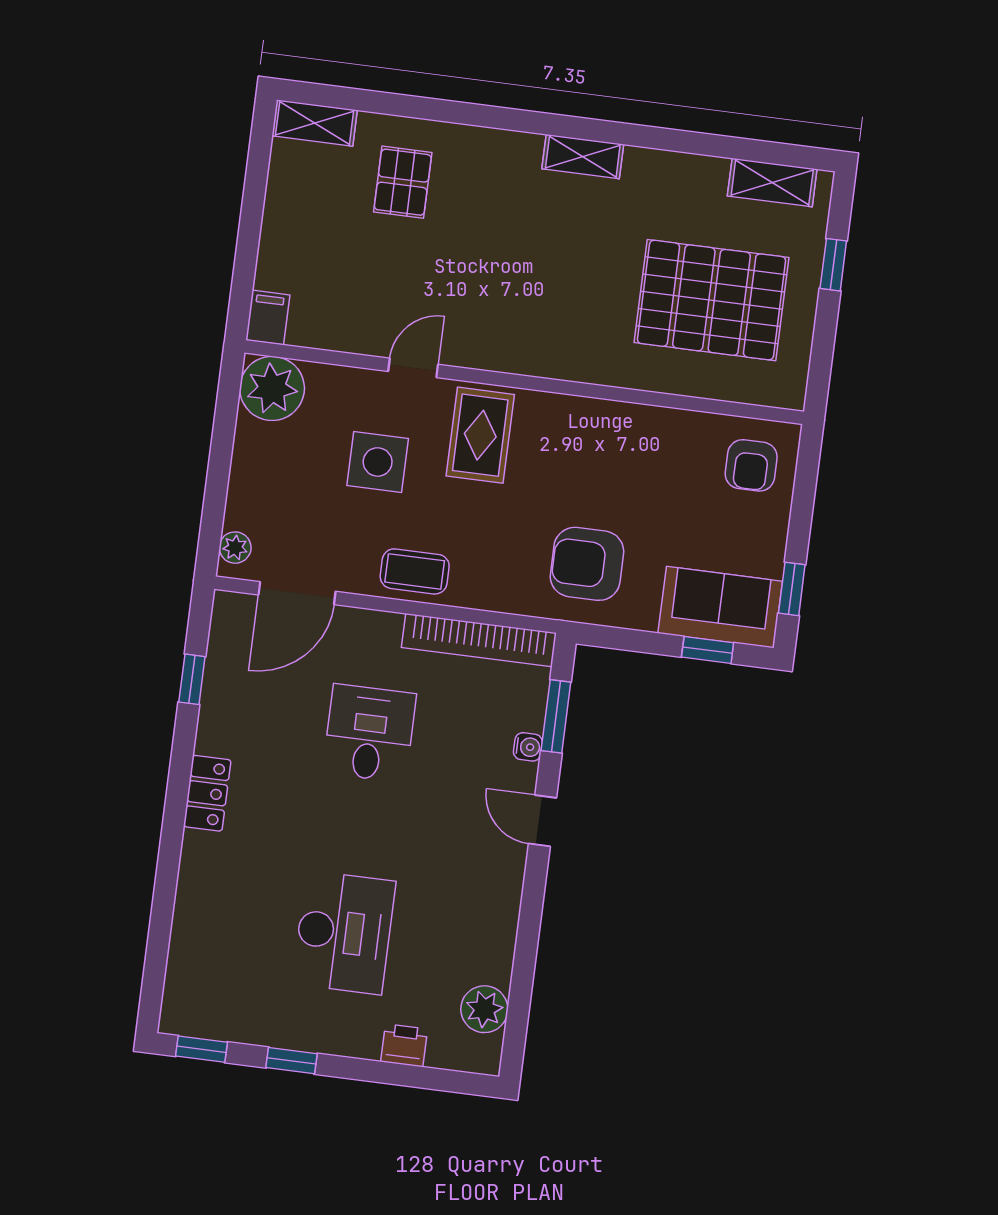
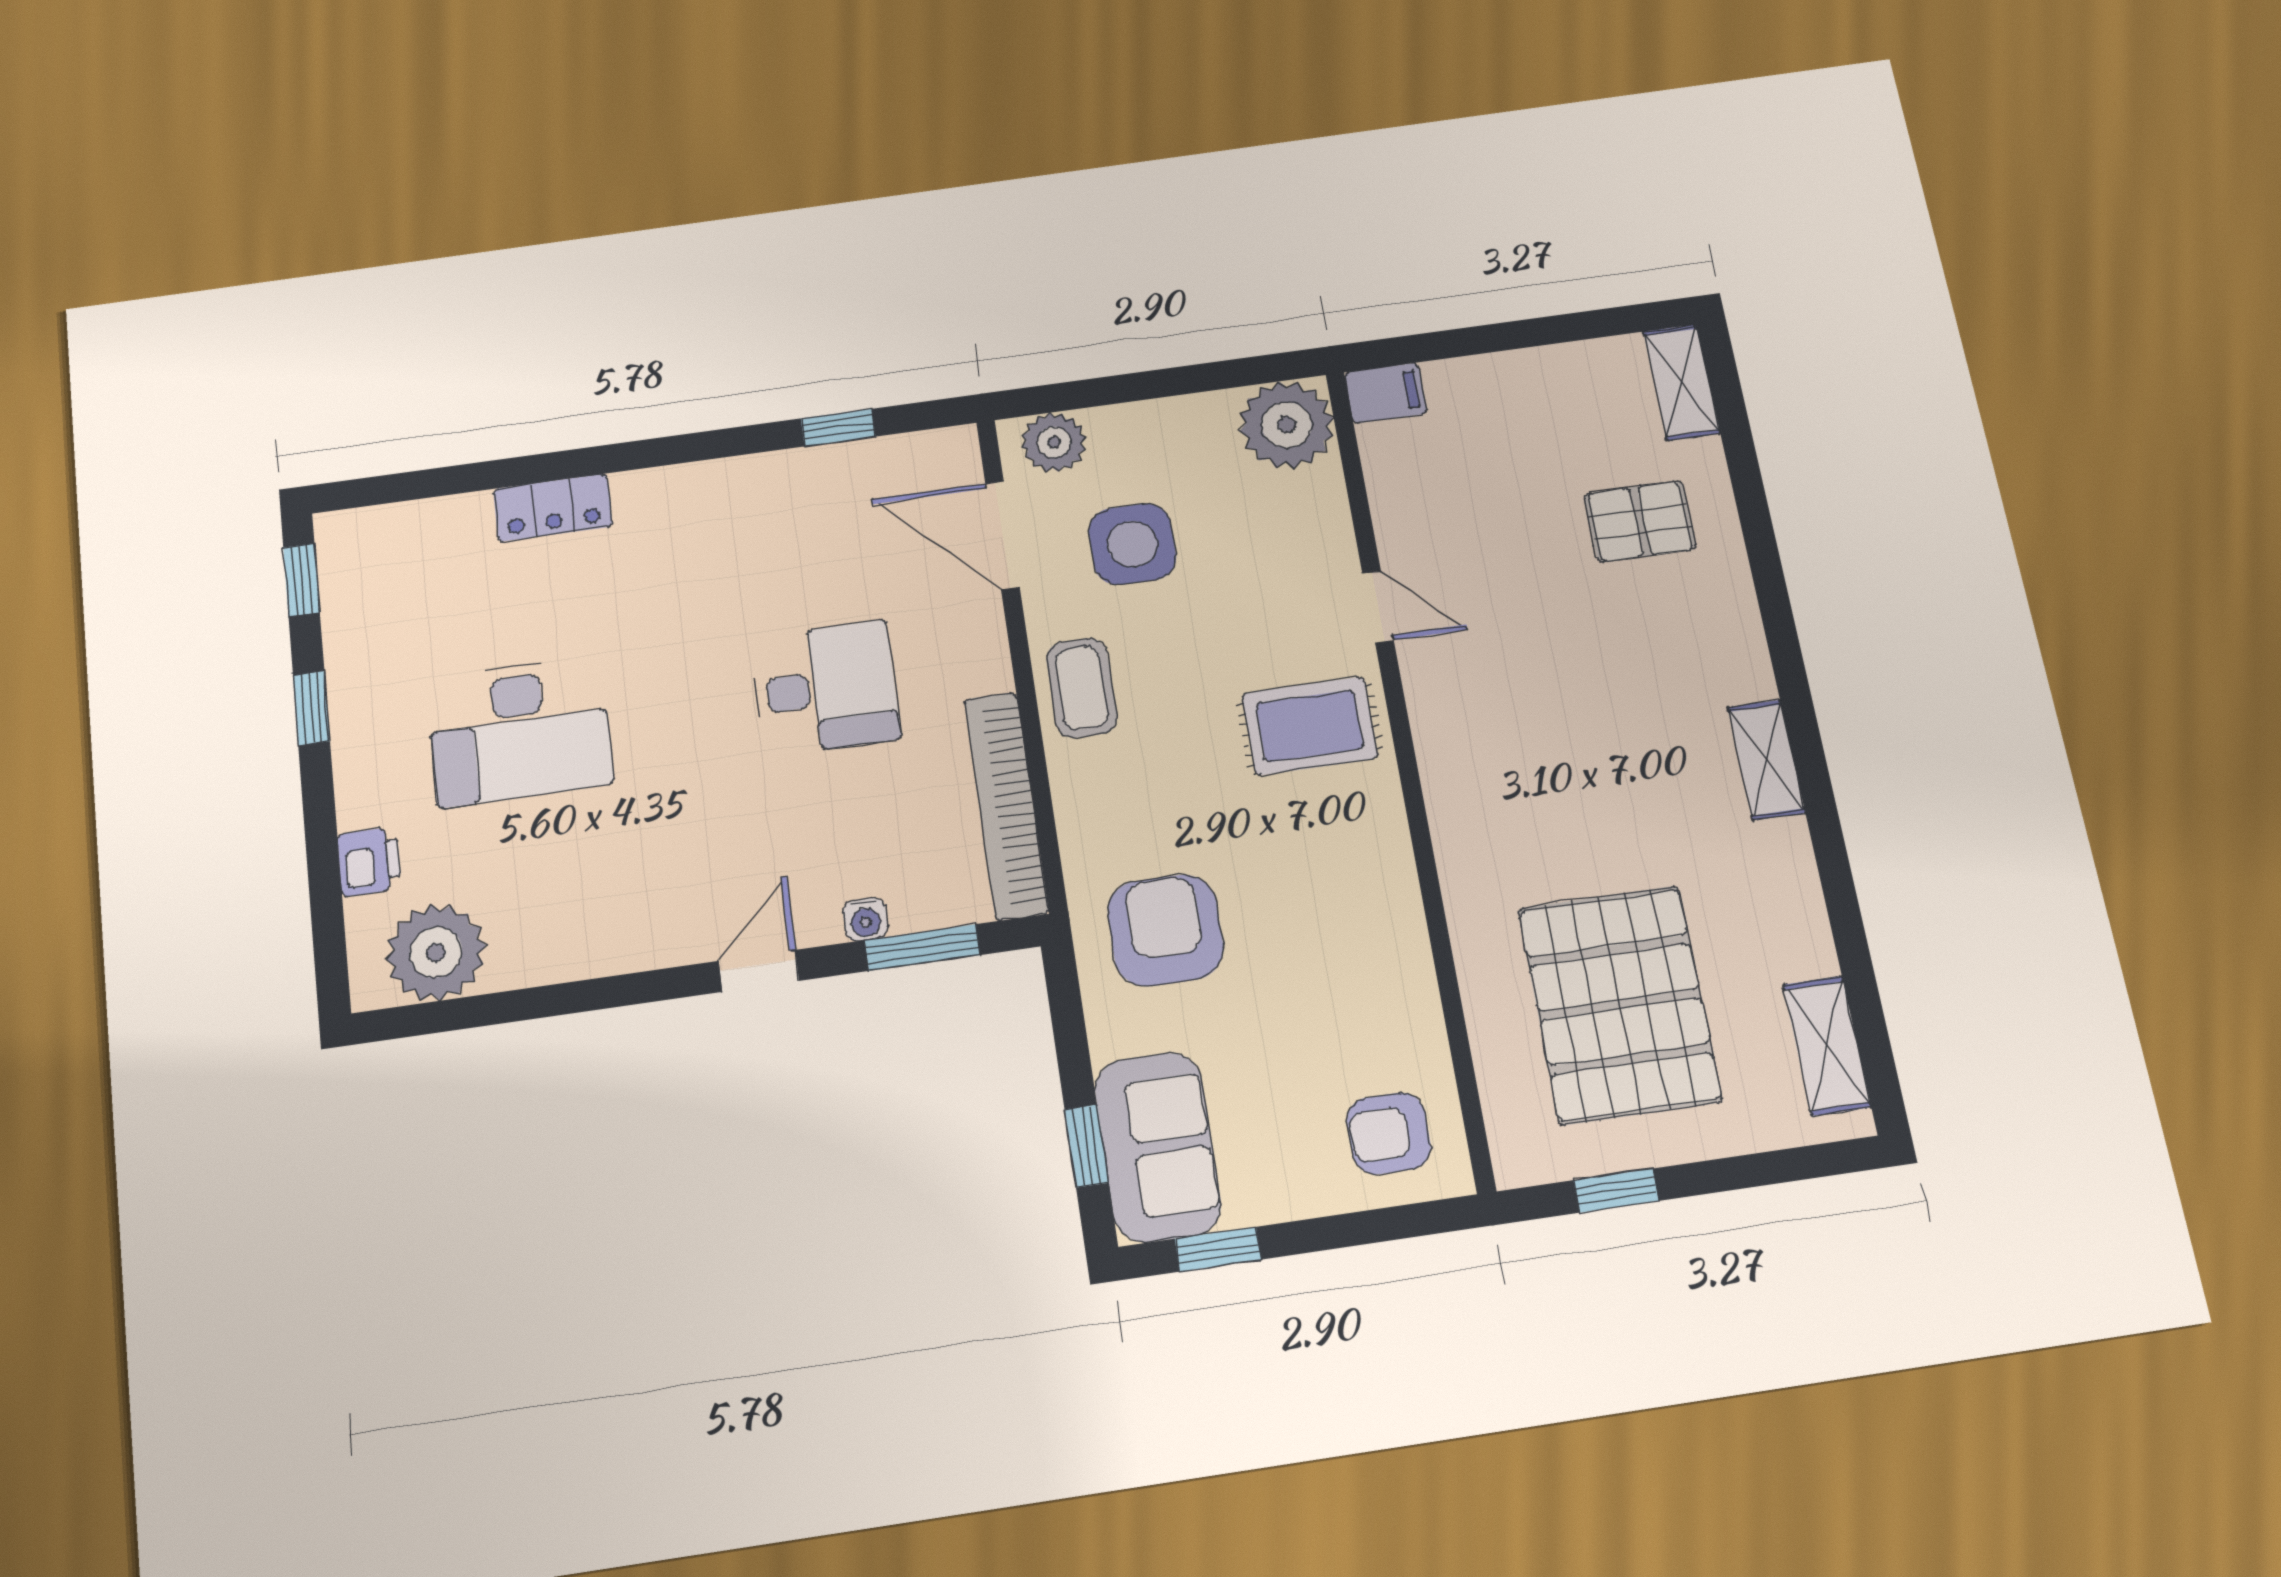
window: (833, 265) -> (1616, 1191), moved
side table: (378, 462) -> (1132, 544), moved
plant: (235, 548) -> (1054, 442), width x1.38, depth x1.38
locker: (207, 793) -> (553, 508), moved
plant: (484, 1009) -> (436, 952), width x1.36, depth x1.36

